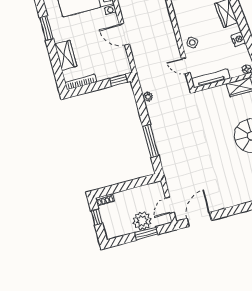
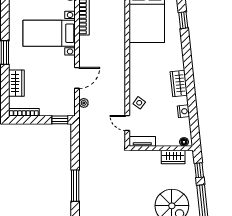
door: (124, 34) -> (77, 78), swing flipped
tv unit: (211, 78) -> (142, 141), width x0.71
plant: (148, 97) -> (84, 103), moved

